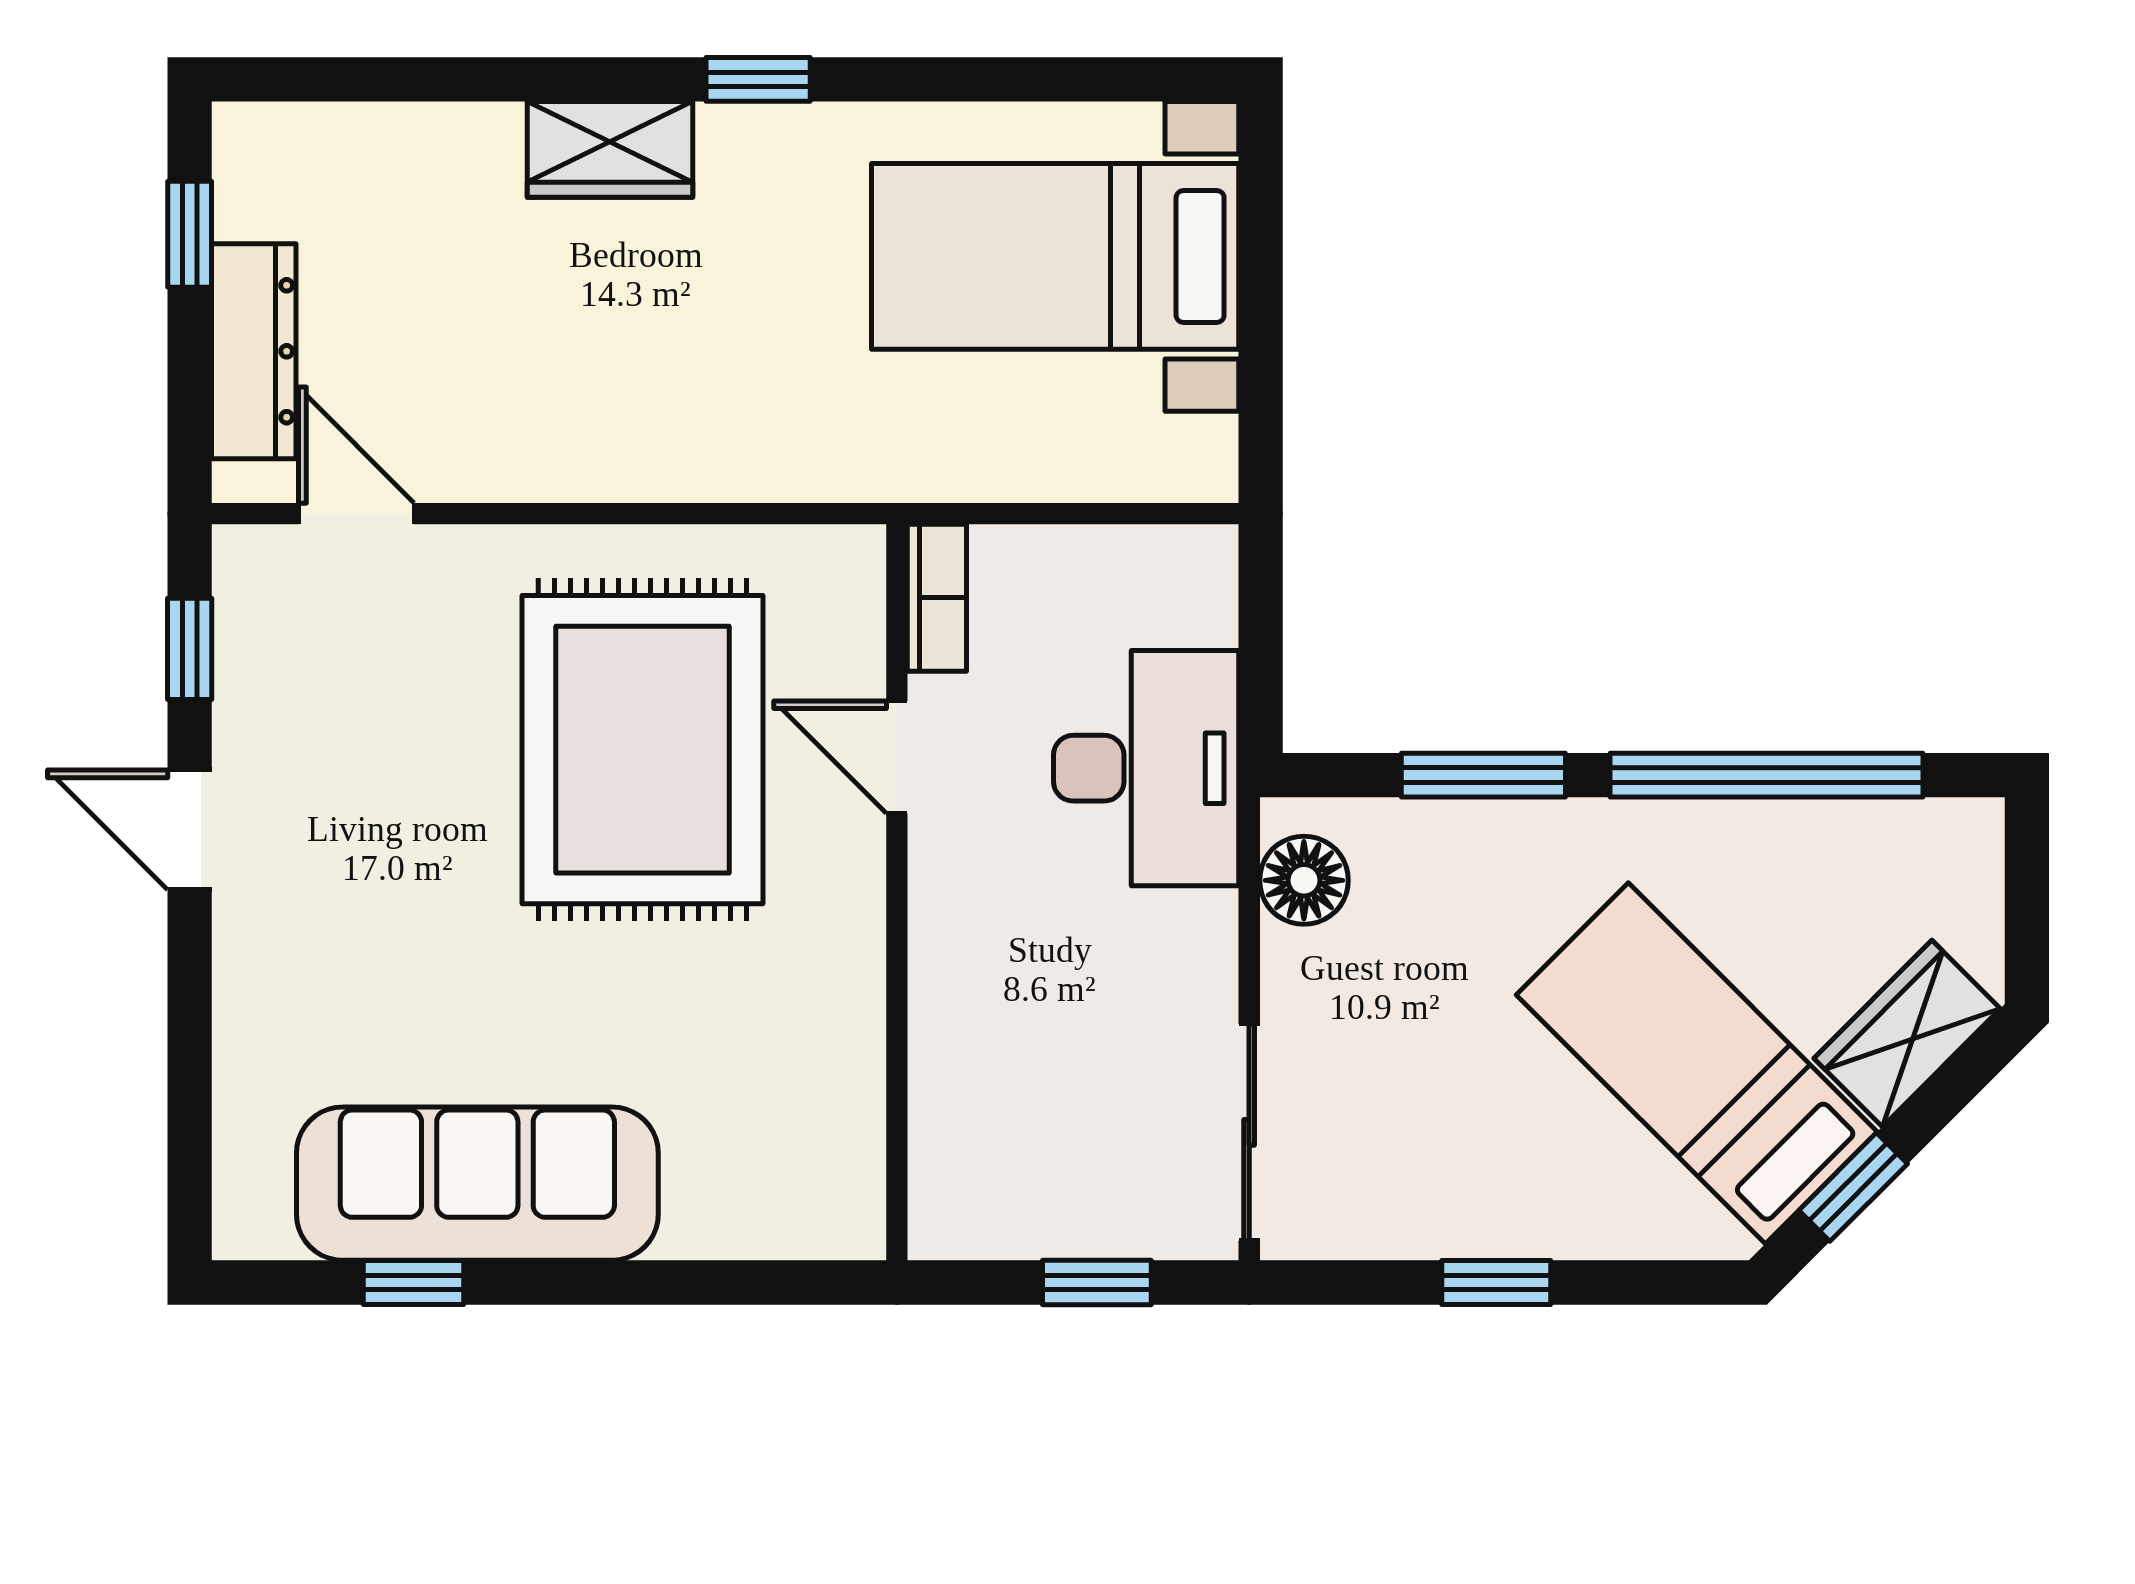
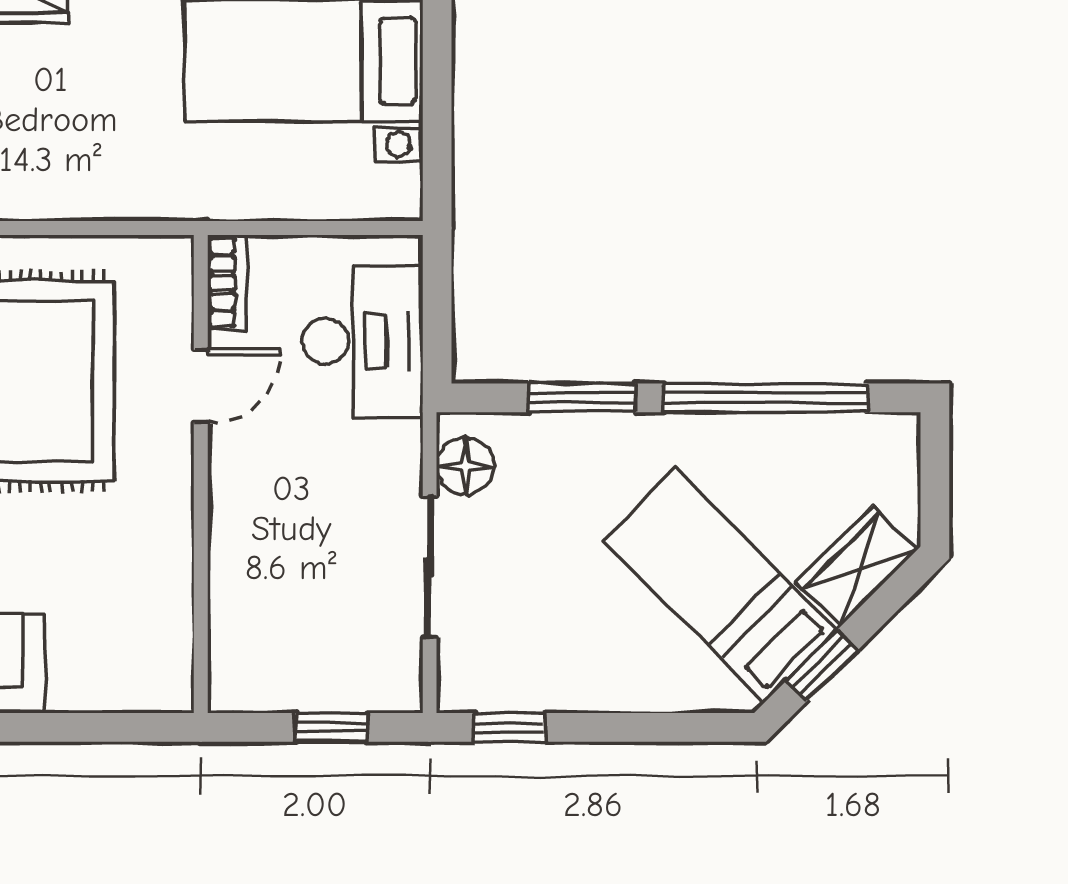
door: (897, 757) -> (201, 386), swing flipped
desk: (1146, 768) -> (363, 341), moved
sliding door: (1249, 1132) -> (430, 567), moved
window: (1496, 1282) -> (510, 727), moved

